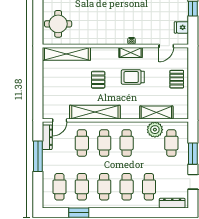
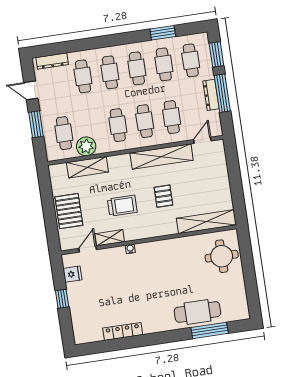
shelving: (131, 52) -> (110, 238), moved
pallet: (177, 79) -> (69, 211), width x1.50, depth x1.42
dresser: (47, 137) -> (211, 95), moved
window: (38, 189) -> (216, 54), added

